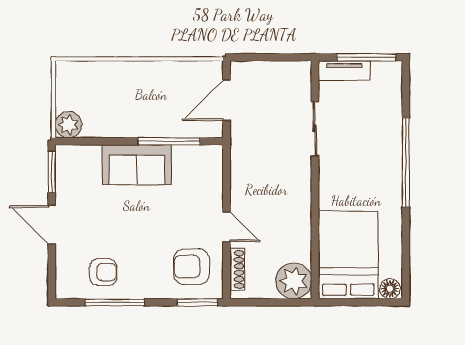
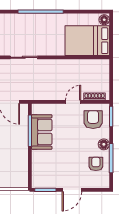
plant: (68, 125) -> (22, 181), removed
sofa: (137, 165) -> (42, 132), moved
armchair: (191, 267) -> (93, 120), turned 180
plant: (294, 281) -> (100, 68), removed
floor lamp: (142, 288) -> (104, 144), added

